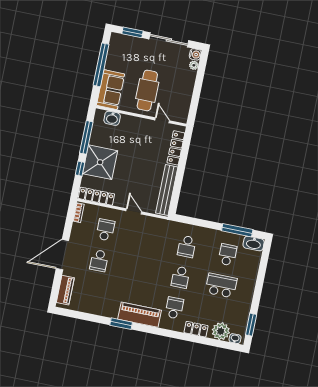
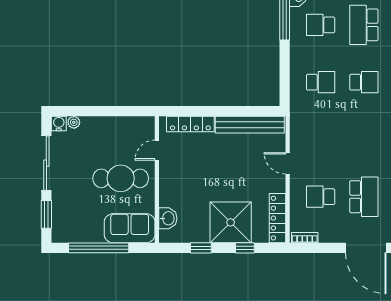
window: (86, 137) -> (201, 248), width x0.46
door: (134, 211) -> (288, 163), hinge flipped
school desk: (99, 261) -> (364, 197), width x1.85

